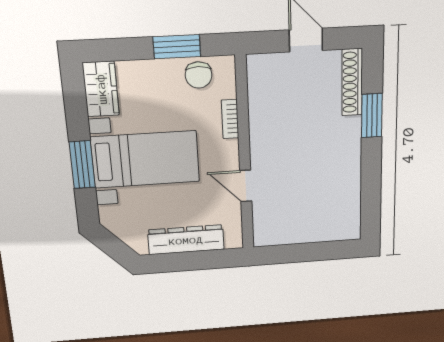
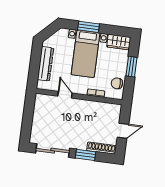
window: (177, 47) -> (131, 67), moved
door: (246, 186) -> (65, 95), hinge flipped
sliding door: (371, 188) -> (53, 151), added

